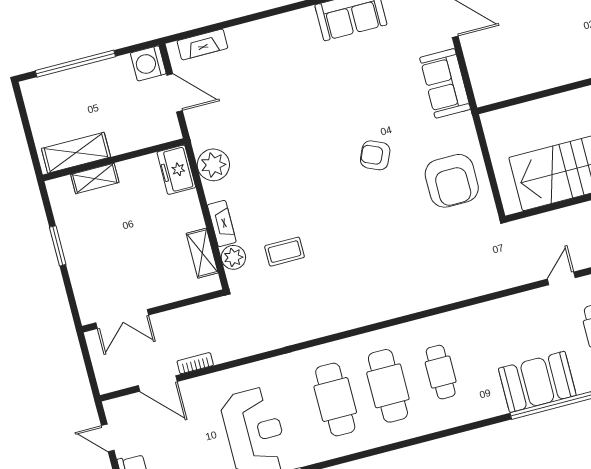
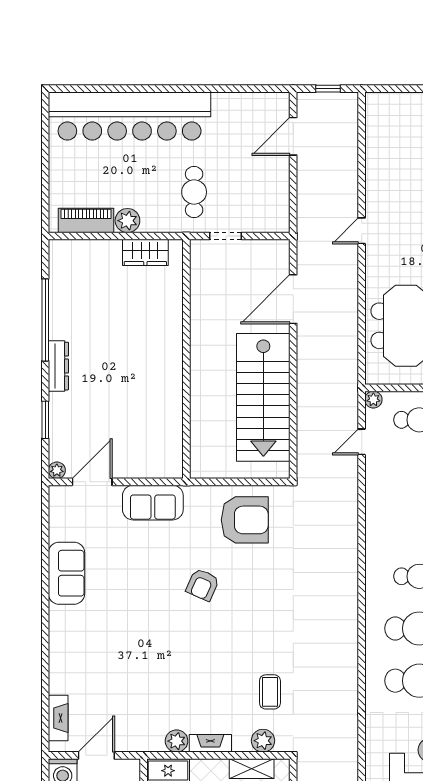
plant: (213, 165) -> (177, 741), width x0.73, depth x0.73
fireplace: (222, 224) -> (210, 743), moved
door: (561, 278) -> (362, 442), hinge flipped

